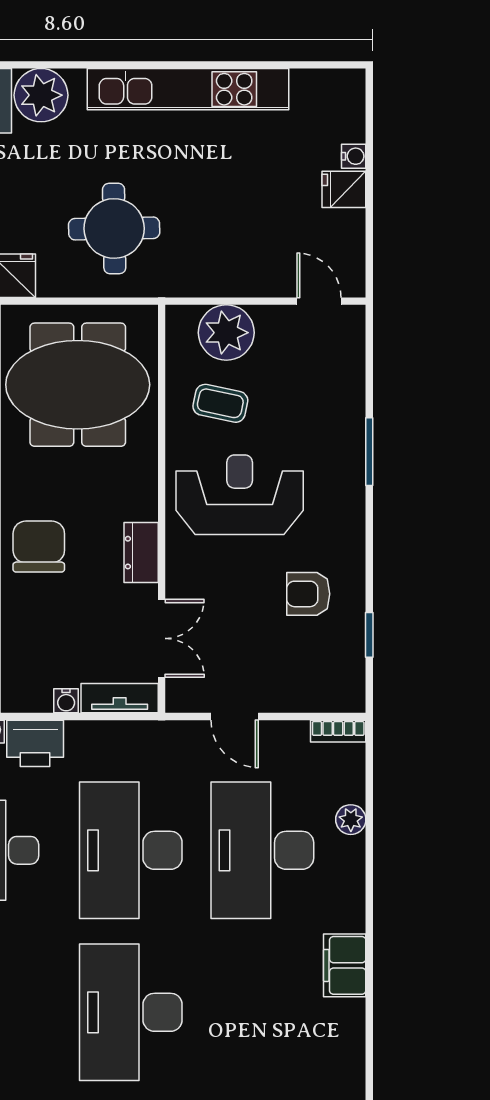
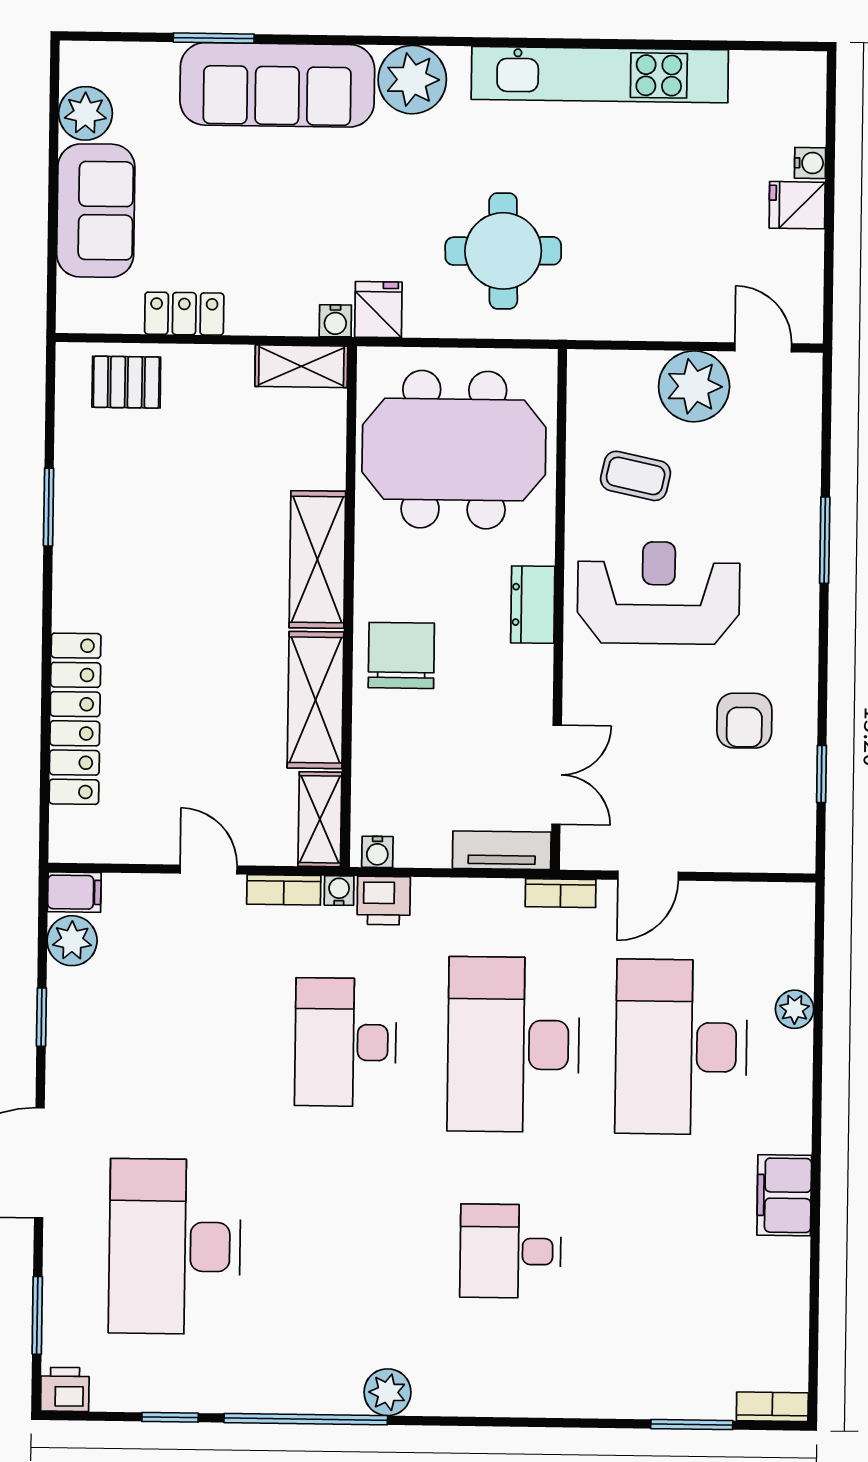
plant: (226, 333) -> (694, 386), moved
dresser: (141, 553) -> (533, 605), moved
armchair: (308, 594) -> (744, 721), turned -90
water cooler: (66, 701) -> (377, 852), moved
door: (235, 716) -> (648, 876), hinge flipped
bookcase: (338, 731) -> (561, 893), moved
printer: (35, 743) -> (384, 901), width x0.73, depth x0.81
desk: (131, 1012) -> (510, 1251), width x0.53, depth x0.77

